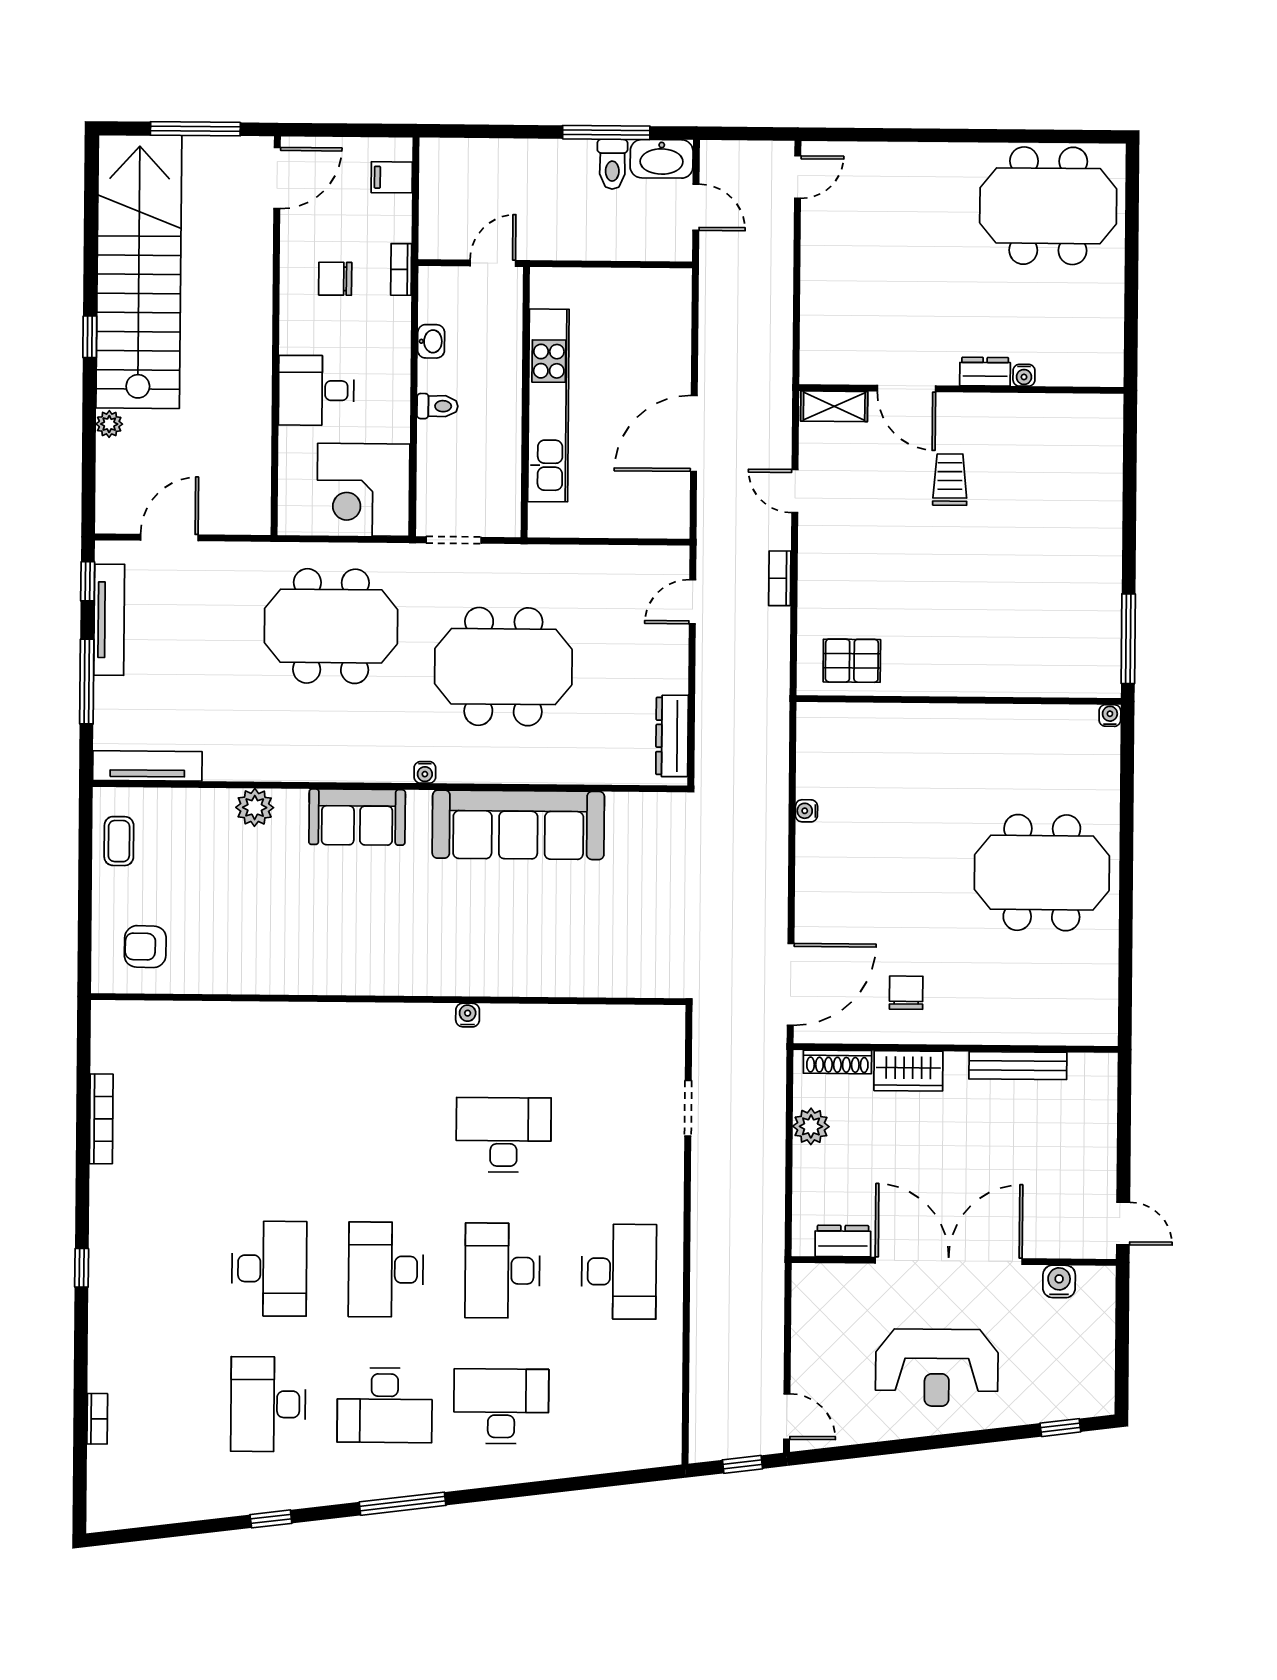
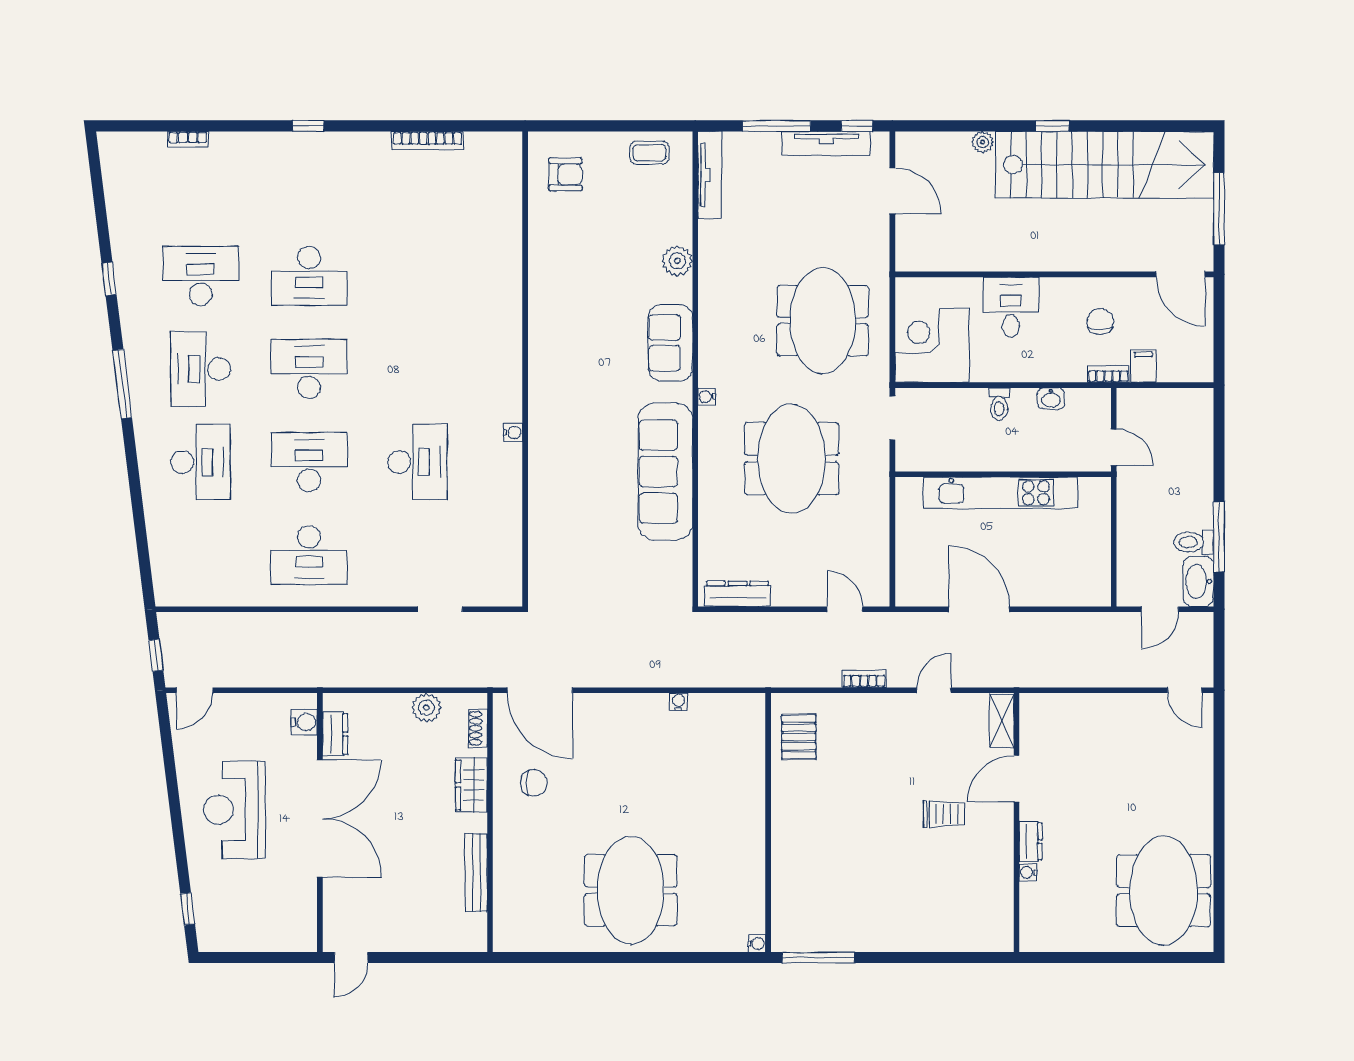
filing cabinet: (392, 177) -> (1143, 366), moved
armchair: (145, 947) -> (565, 174), turned 89
shoe rack: (837, 1062) -> (478, 728), width x0.70
water cooler: (1059, 1281) -> (304, 722), moved

